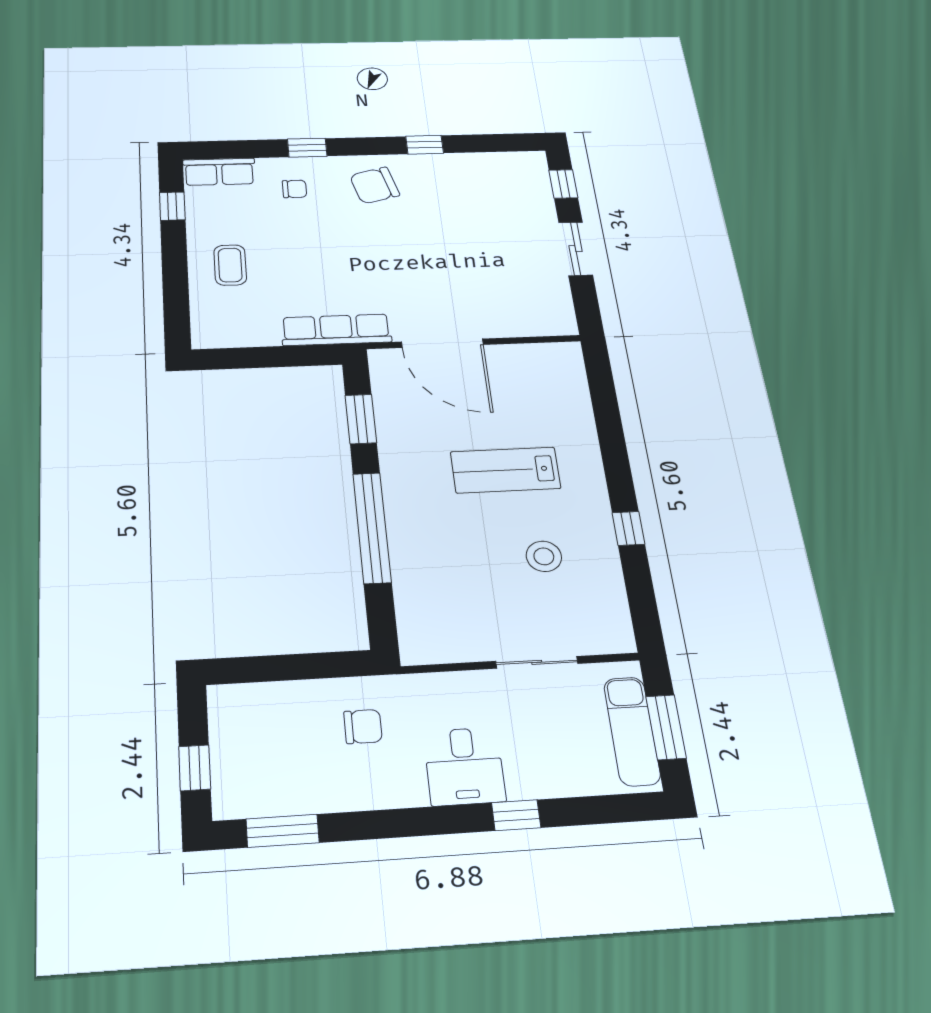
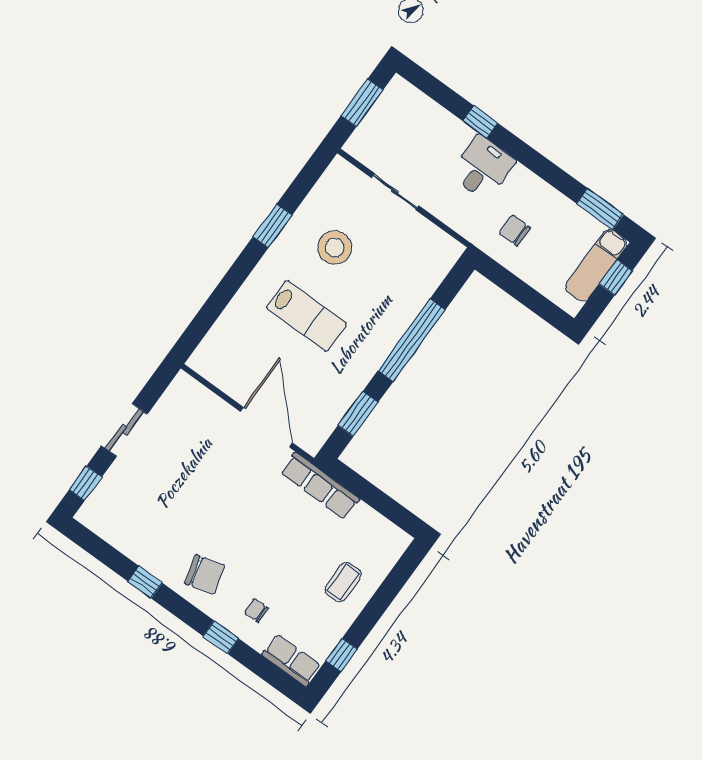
window: (628, 528) -> (273, 226), width x1.50
stool: (544, 556) -> (335, 247), width x1.38, depth x1.38
exam couch: (632, 731) -> (596, 265), moved, turned 180

